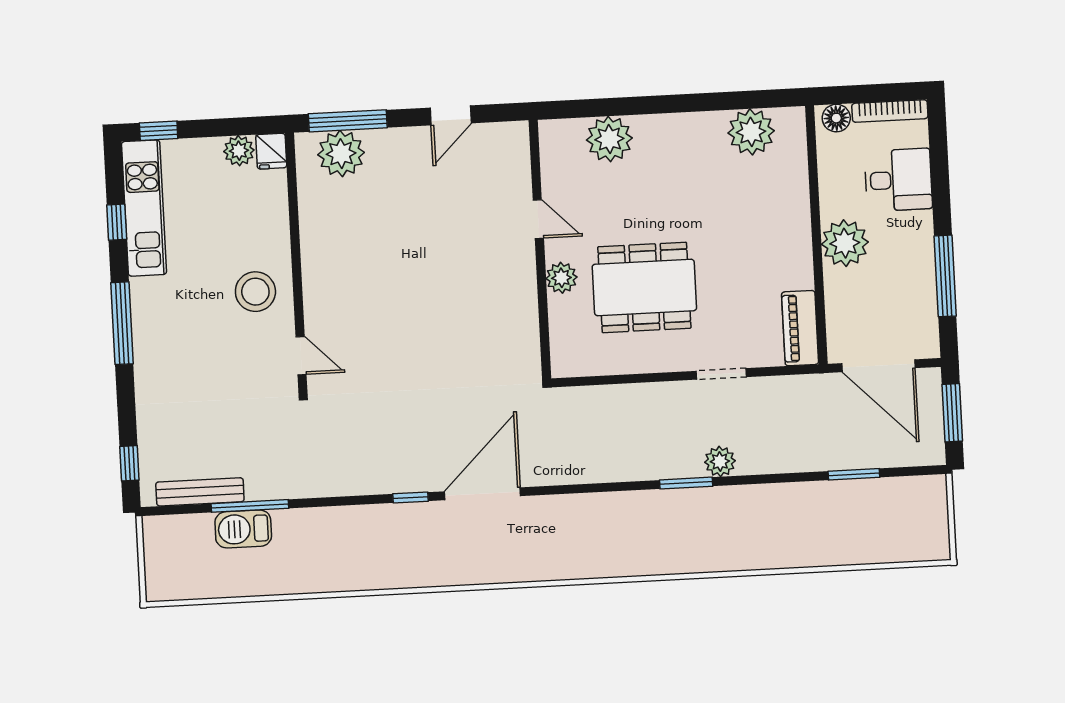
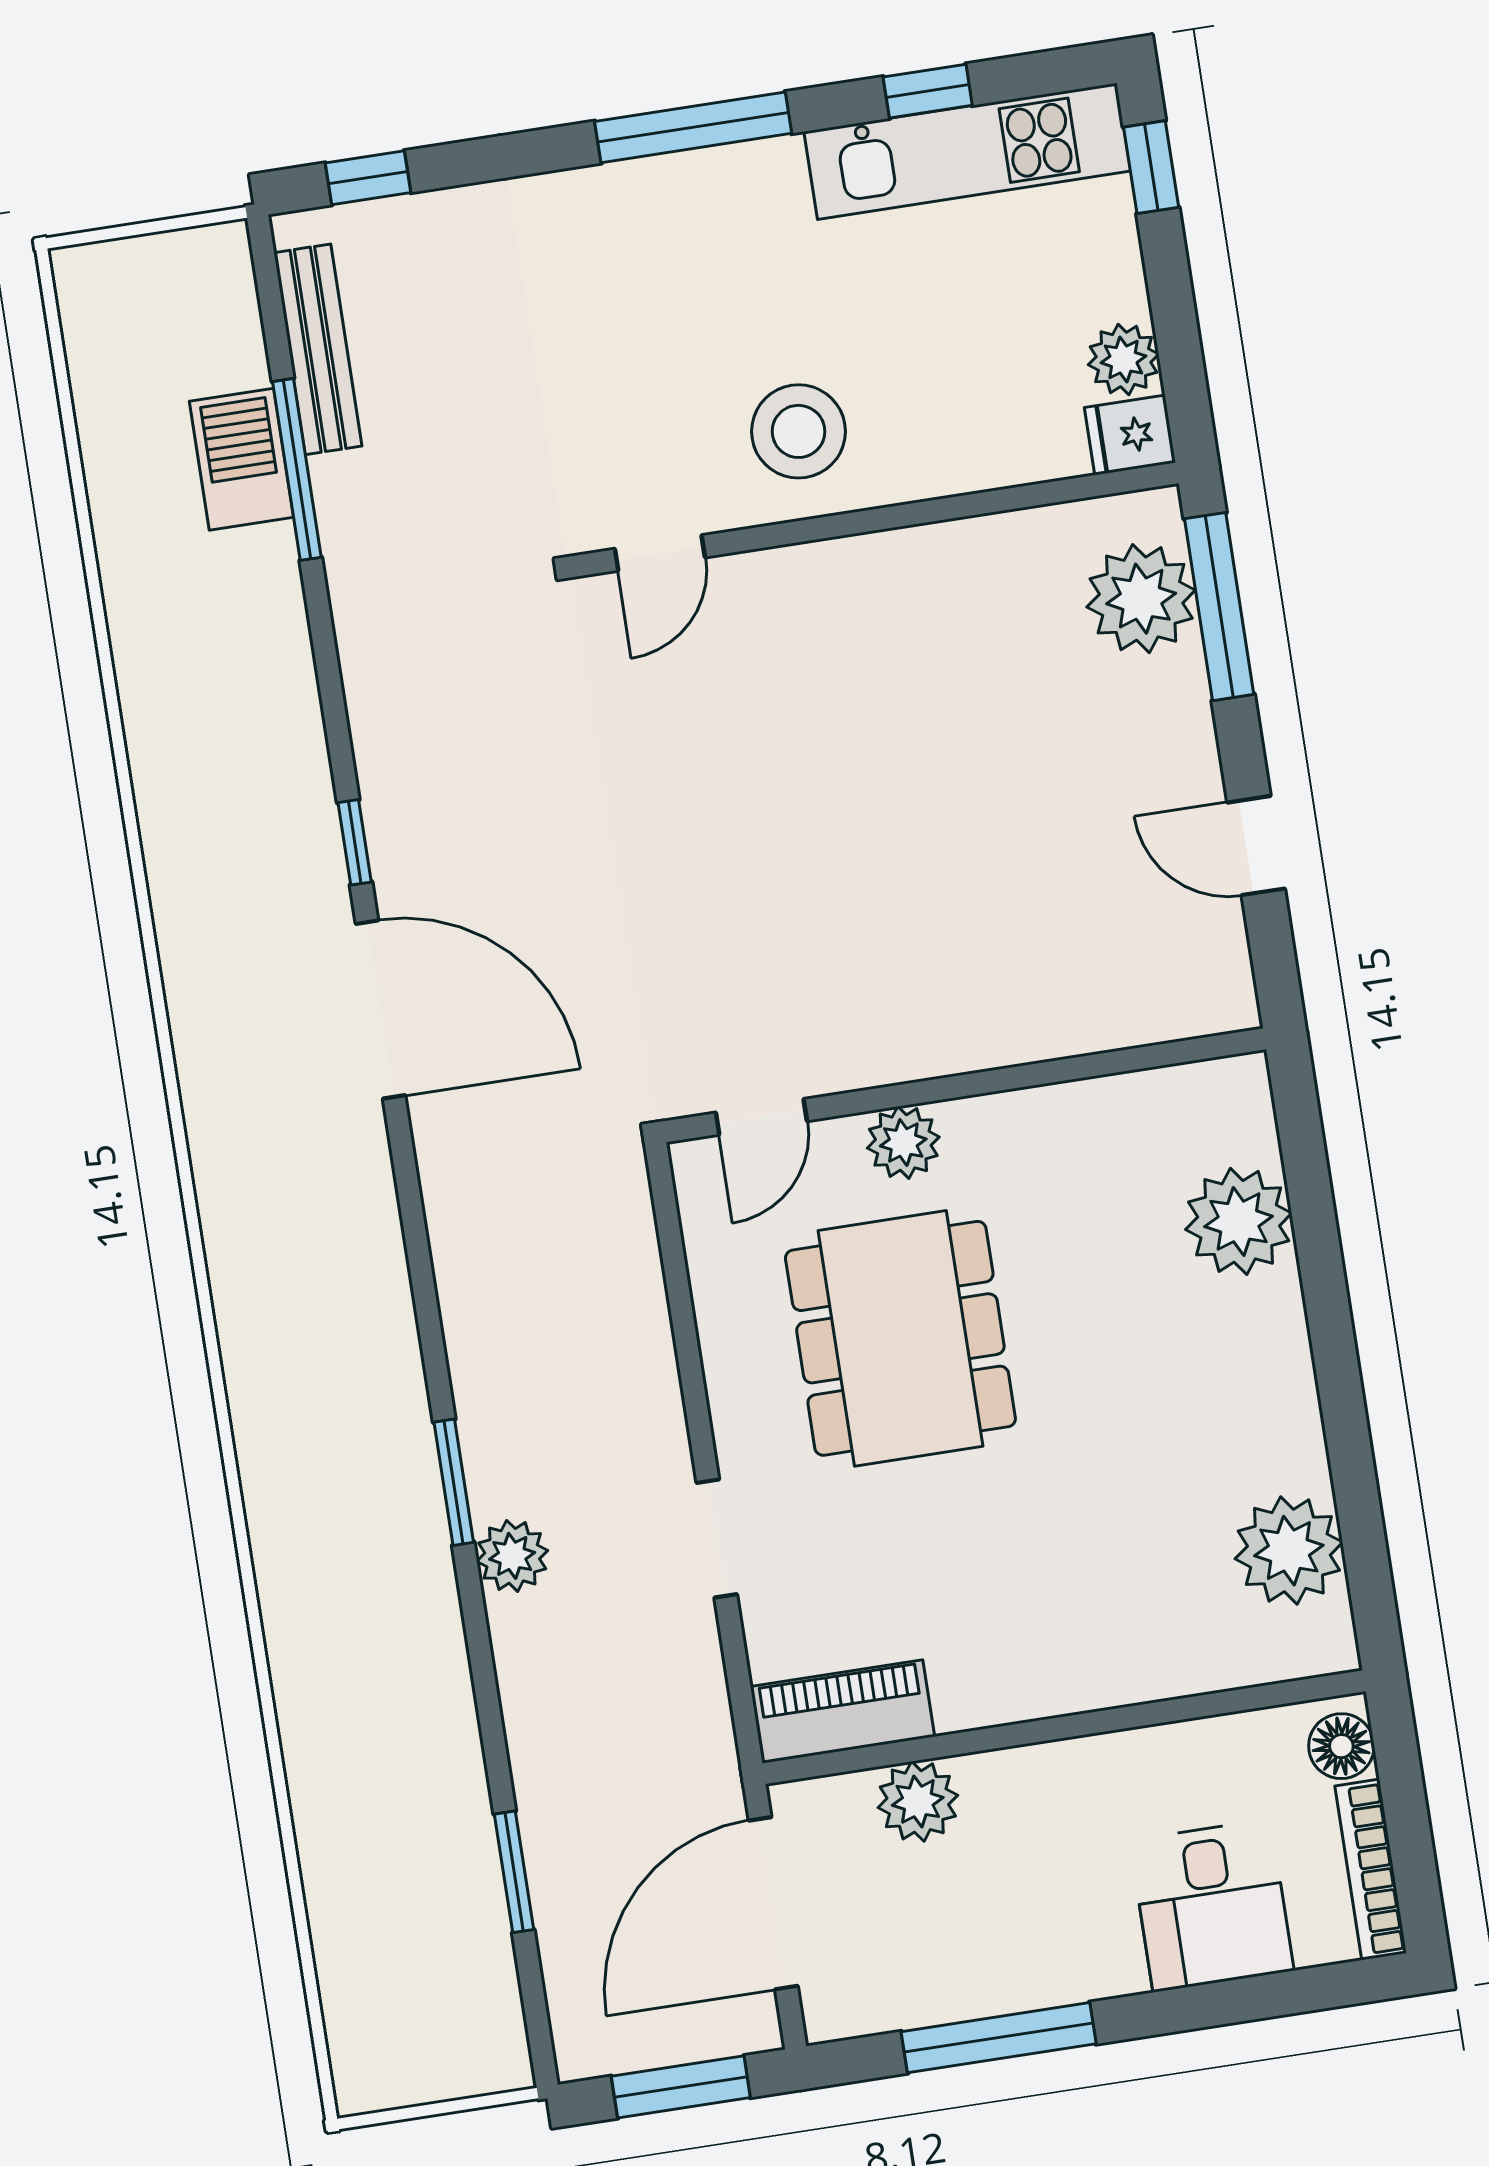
door: (538, 219) -> (761, 1117), moved
plant: (845, 243) -> (918, 1801), moved, width x0.73, depth x0.73

